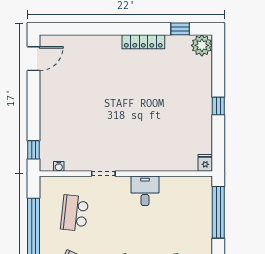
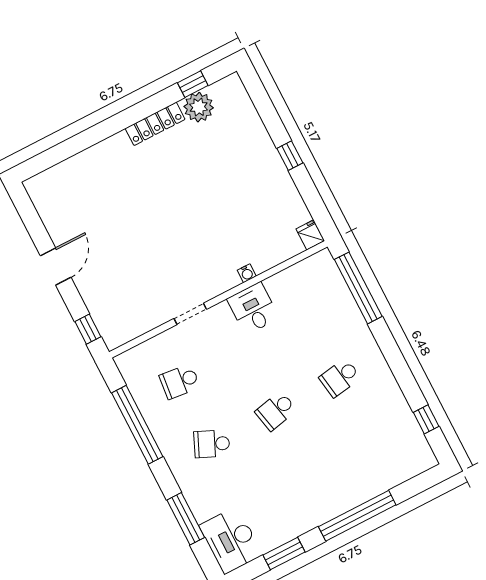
plant: (202, 45) -> (199, 107), moved
door: (34, 59) -> (56, 267), moved
water cooler: (59, 166) -> (247, 273), moved
school desk: (75, 213) -> (180, 381), width x0.54

